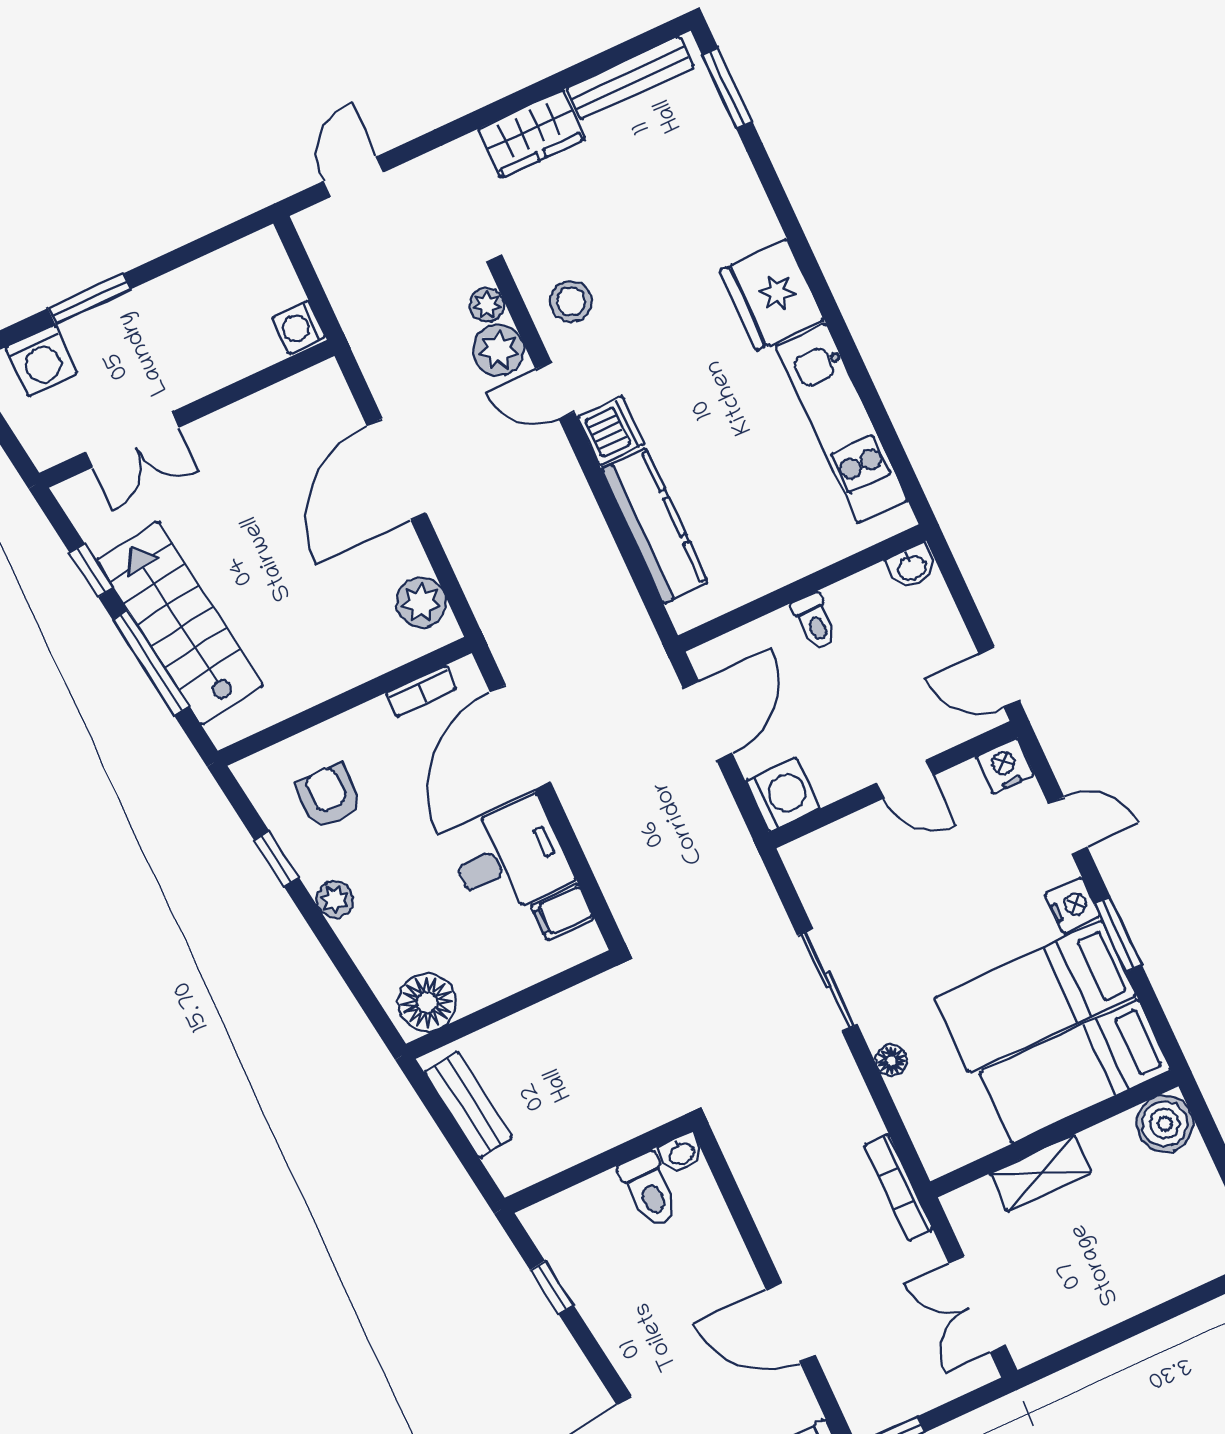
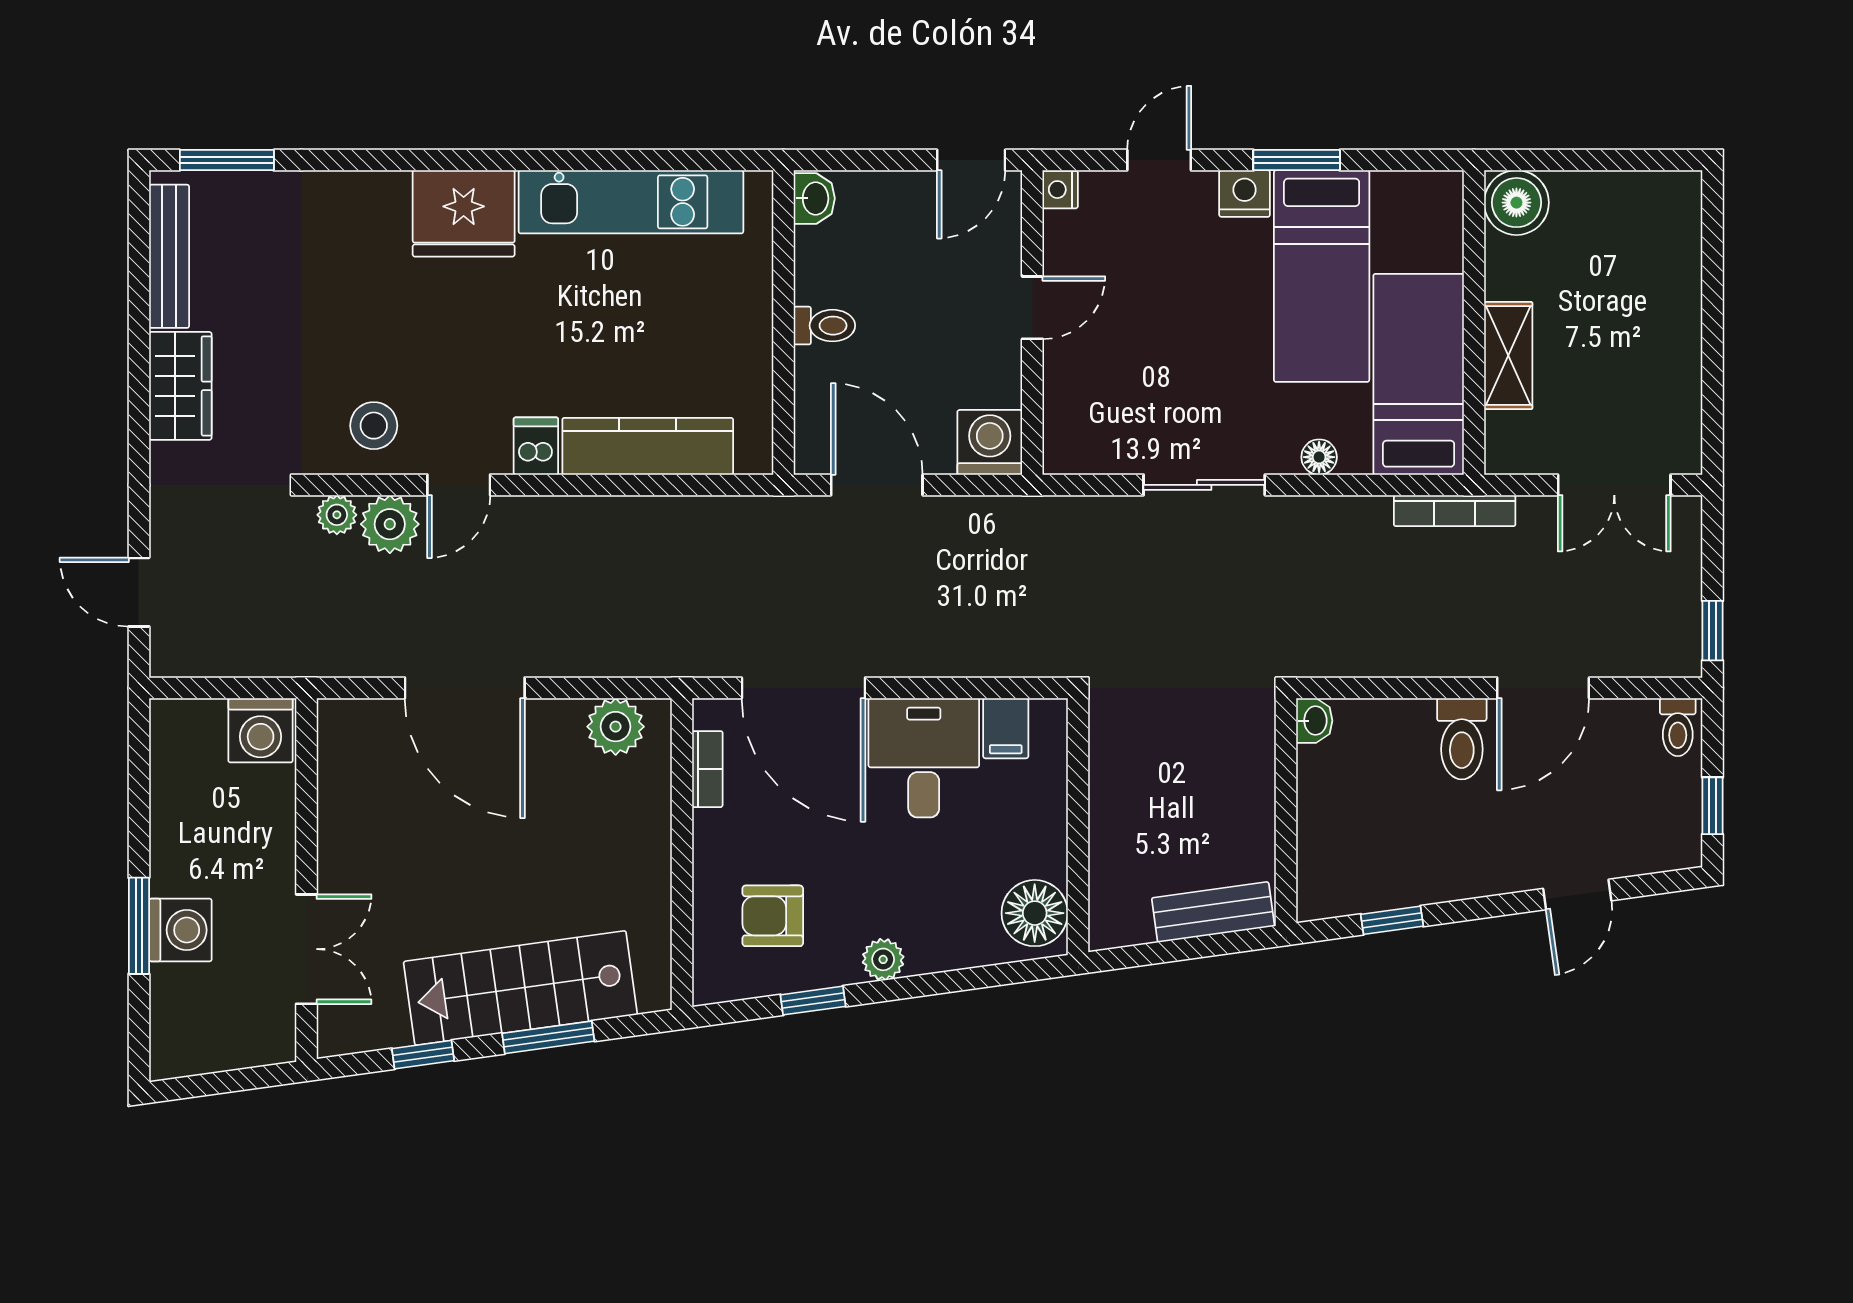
washing machine: (299, 327) -> (261, 730), width x1.38, depth x1.38
washing machine: (41, 361) -> (180, 930), moved
dishwasher: (611, 431) -> (536, 446), width x0.73
window: (151, 663) -> (548, 1037), width x0.69
nightstand: (1005, 766) -> (1060, 190), width x0.72, depth x0.74
bed: (1075, 1071) -> (1419, 374), moved, turned 180
bench: (468, 1105) -> (1213, 912), moved
toilet: (649, 1190) -> (1462, 739), moved, turned 90

